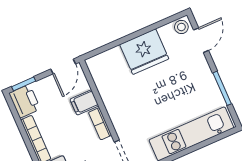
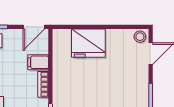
fridge: (144, 52) -> (88, 43), moved

